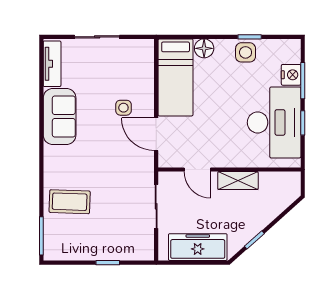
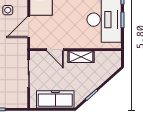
door: (156, 134) -> (29, 27), hinge flipped

